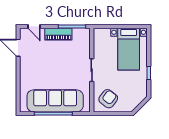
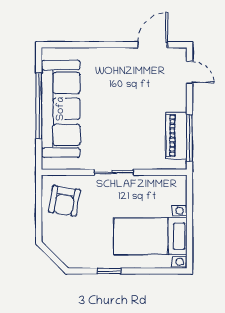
door: (34, 26) -> (190, 72), swing flipped
piano: (58, 34) -> (176, 135), moved
armchair: (108, 99) -> (65, 201), turned 62

